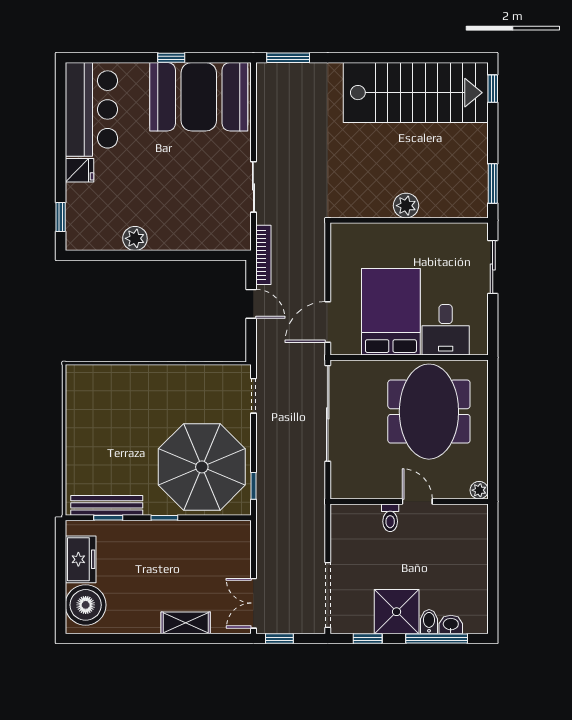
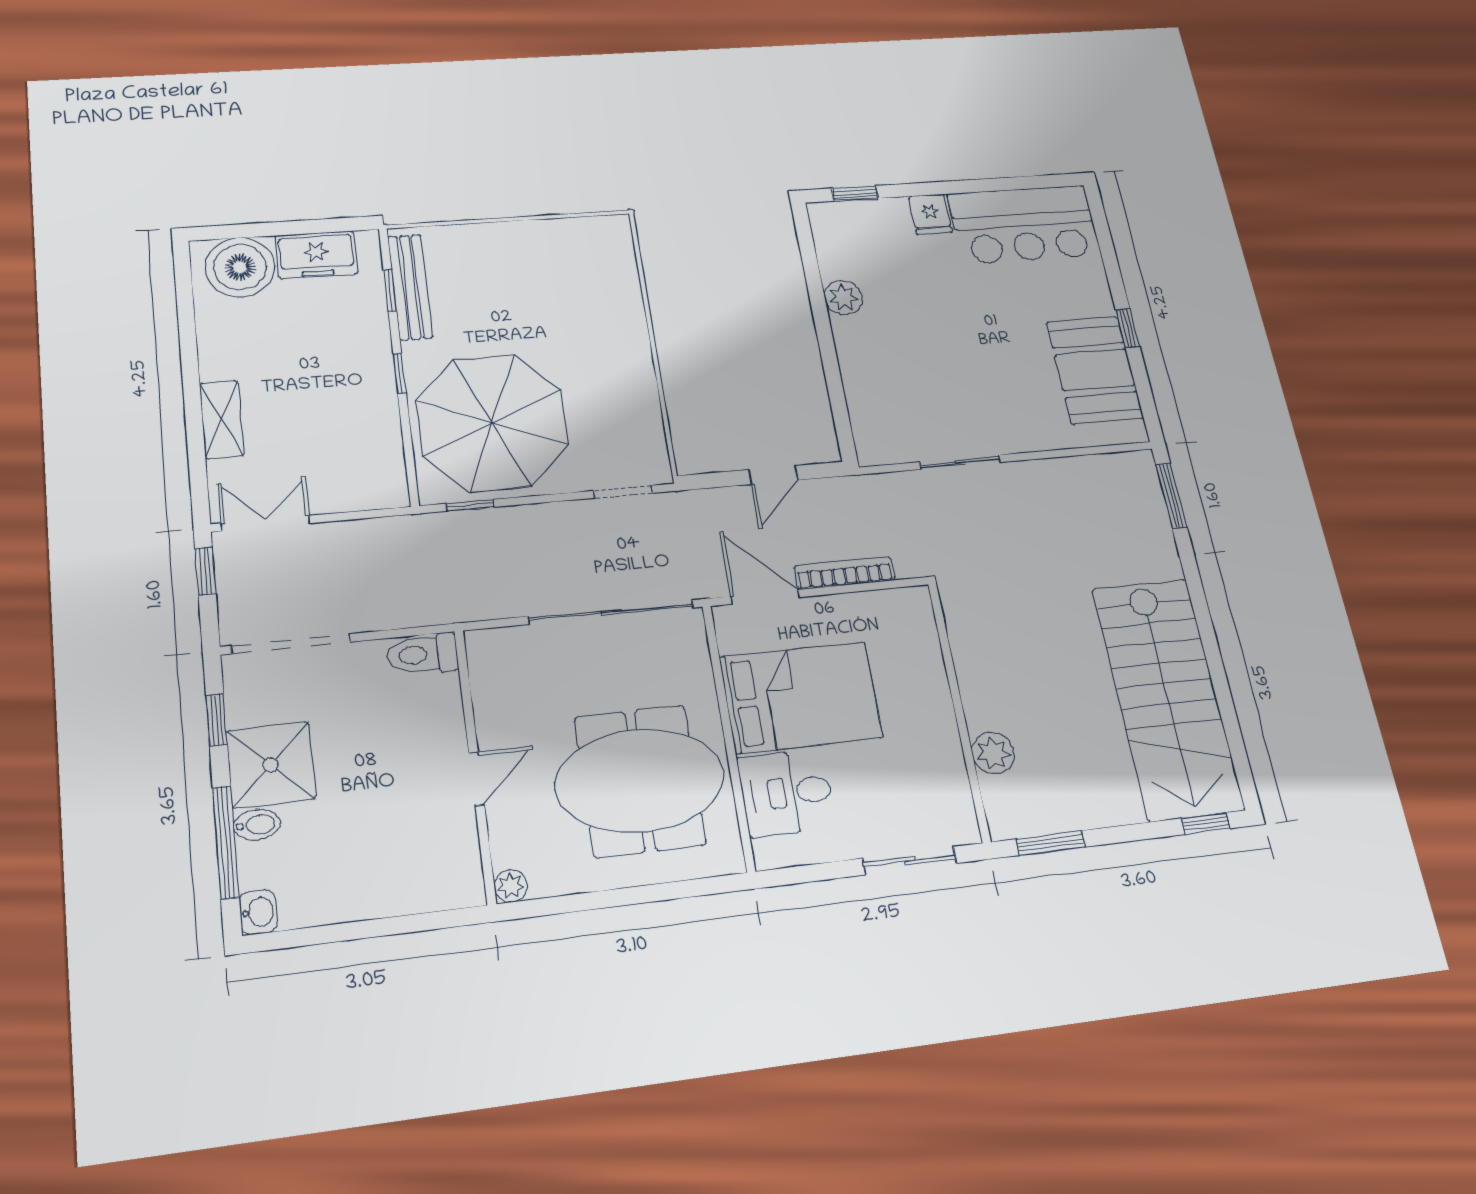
booth: (199, 97) -> (1095, 370), width x0.73, depth x0.70
plant: (406, 206) -> (993, 753), moved
bookcase: (263, 255) -> (845, 573), moved, turned 180
toilet: (390, 518) -> (423, 654), moved, width x1.37, depth x1.39
washbasin: (451, 625) -> (258, 912), moved

